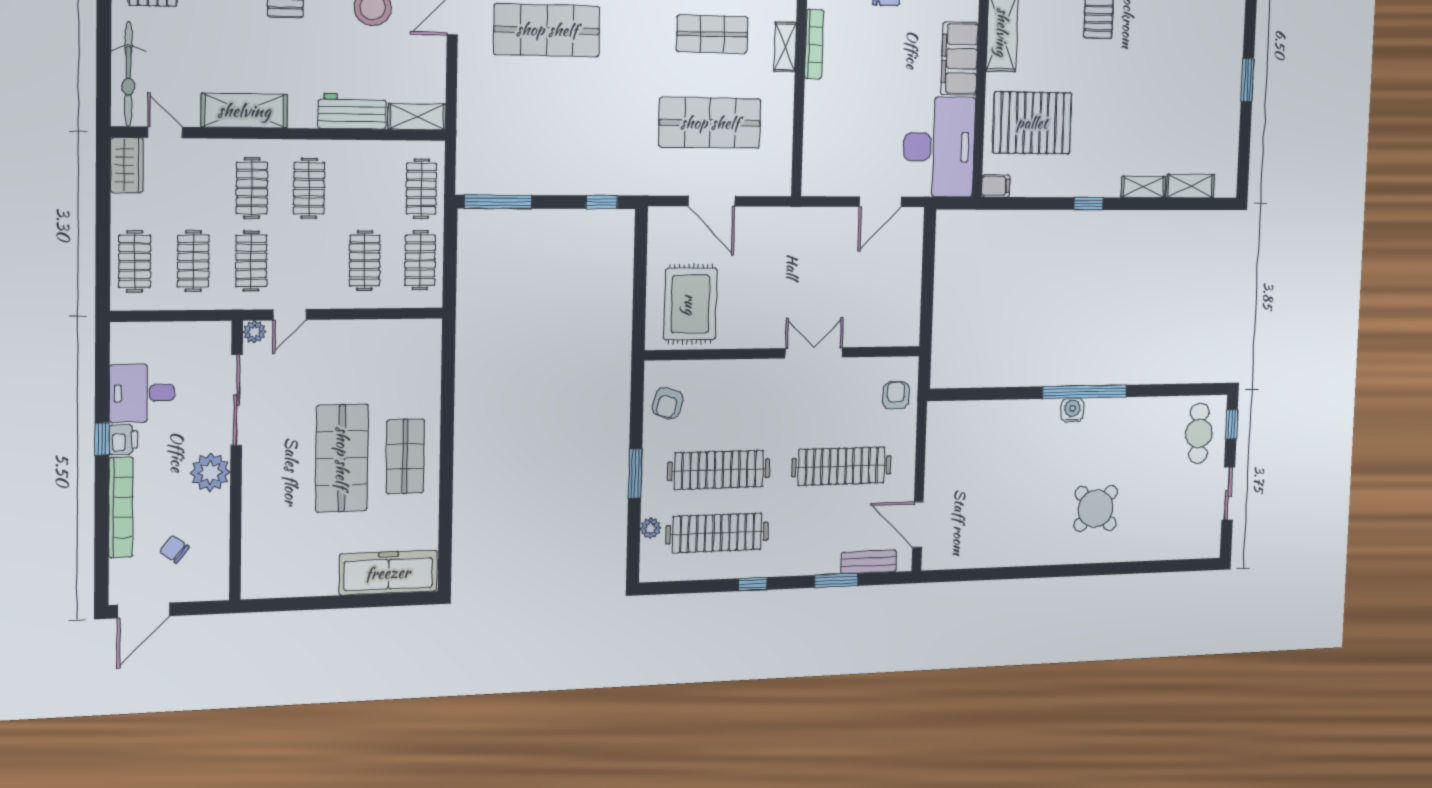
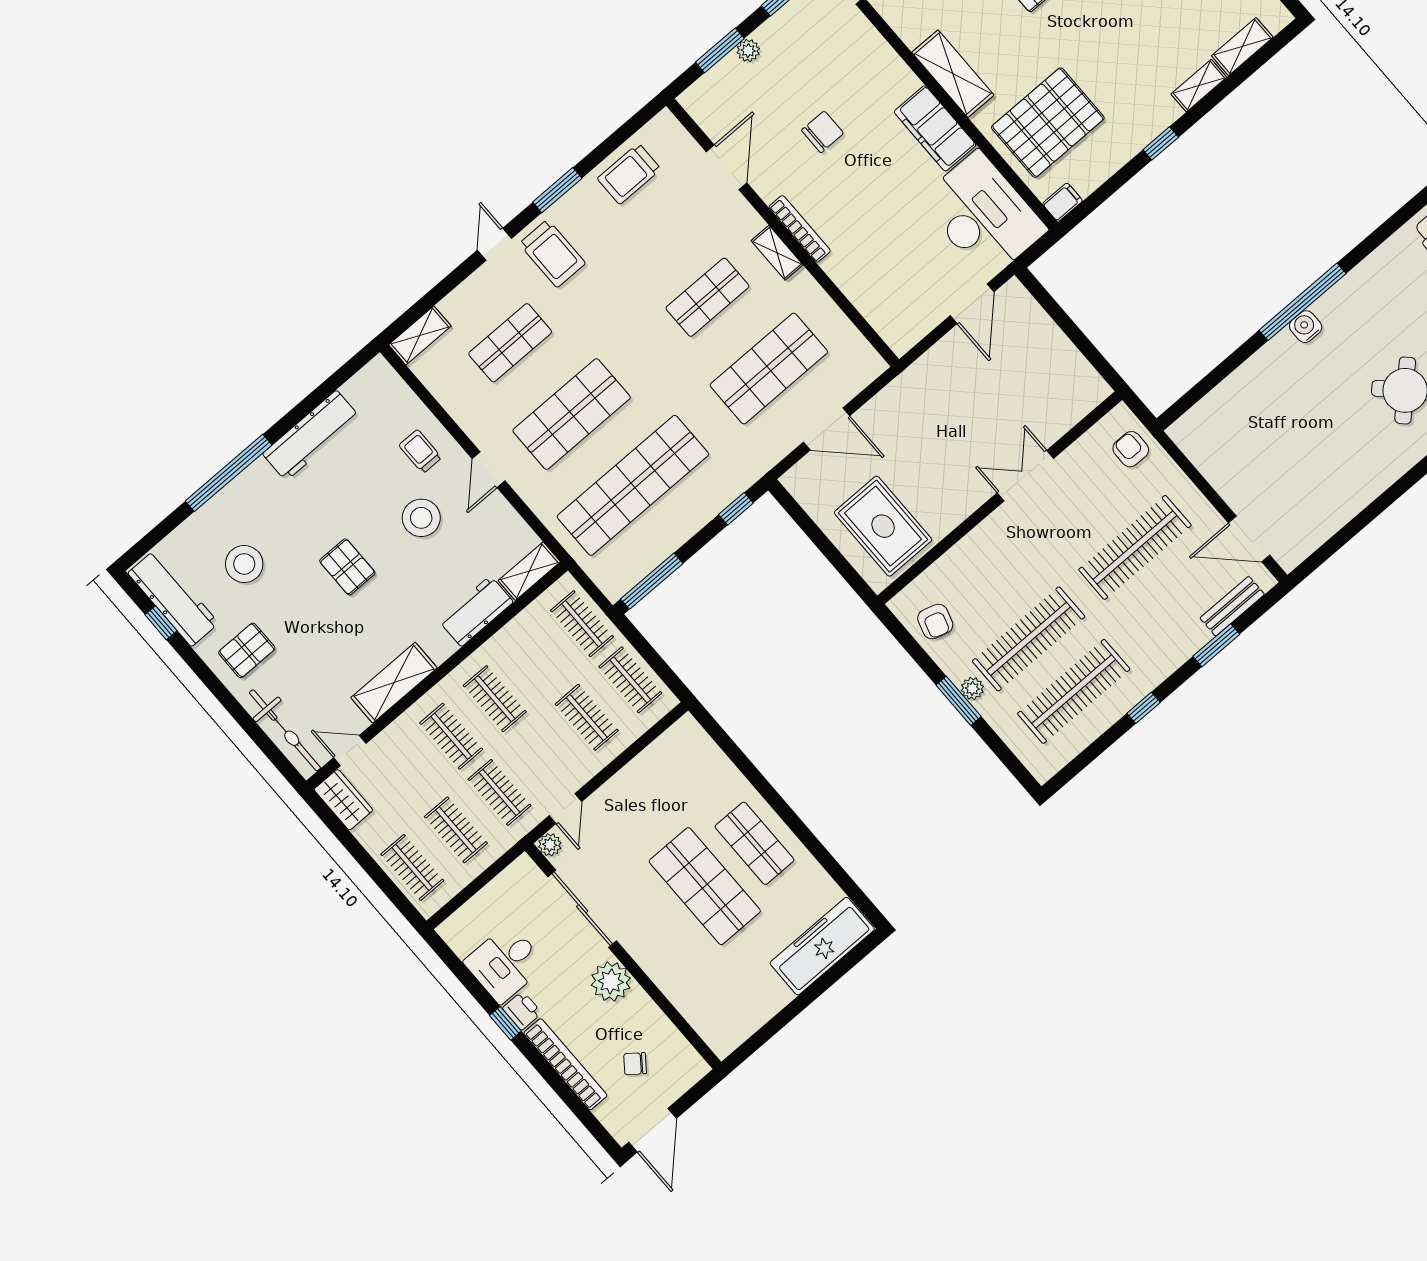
shop shelf: (545, 121) -> (633, 485), added
plant: (650, 528) -> (972, 689), moved

